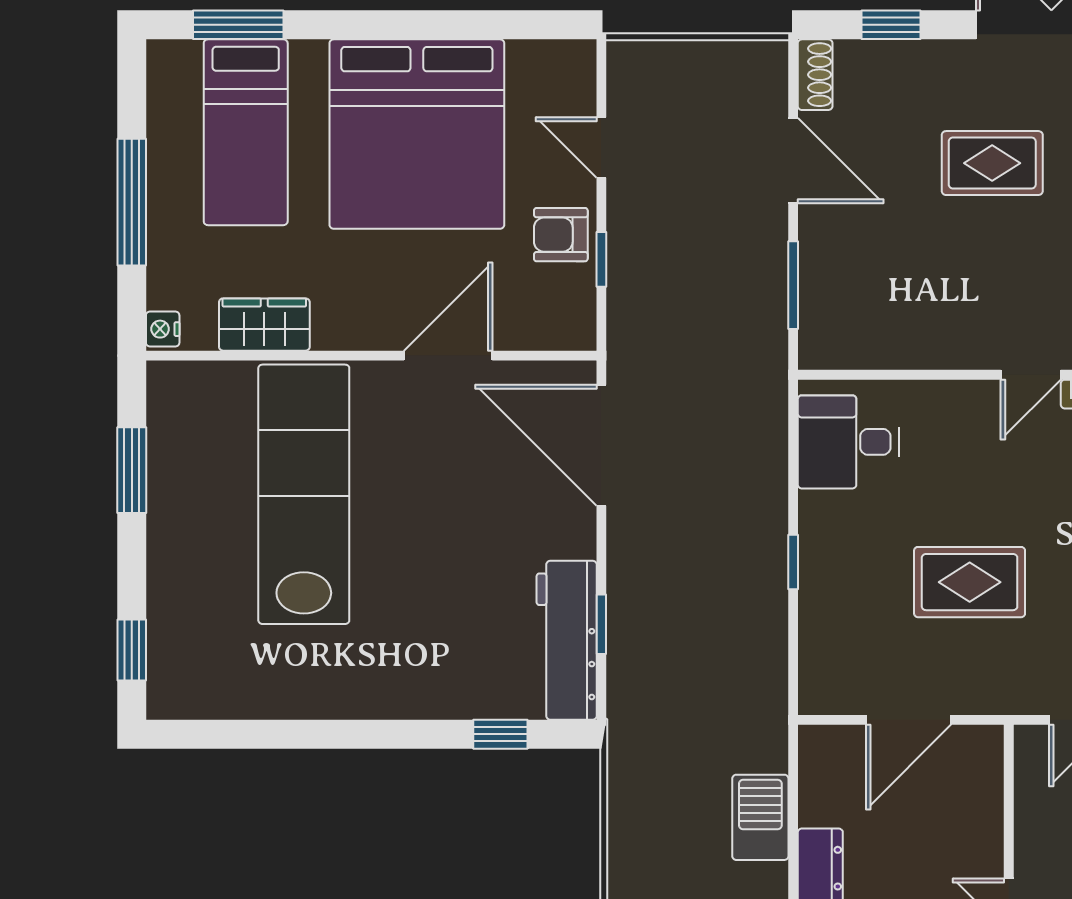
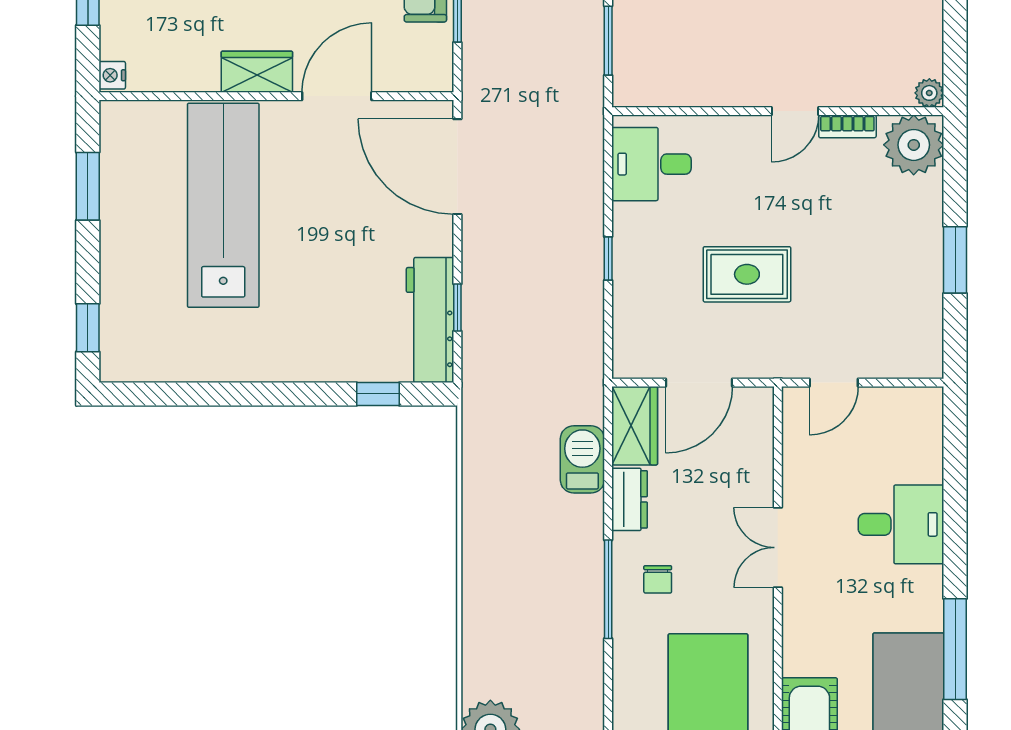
wardrobe: (264, 325) -> (257, 72), moved
wardrobe: (827, 775) -> (635, 426), added

